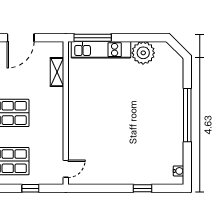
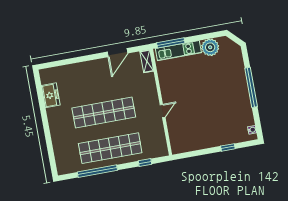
shelving: (57, 72) -> (147, 61), moved
door: (66, 169) -> (163, 111), moved

